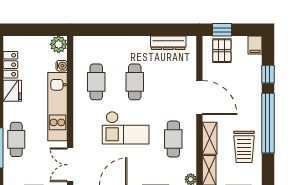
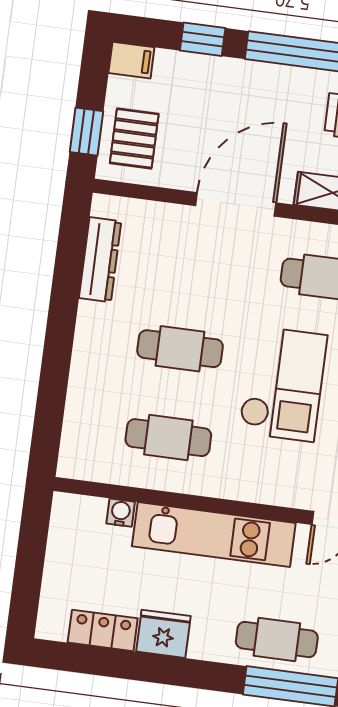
plant: (59, 44) -> (70, 513), removed
pallet: (222, 51) -> (134, 138), turned 90

